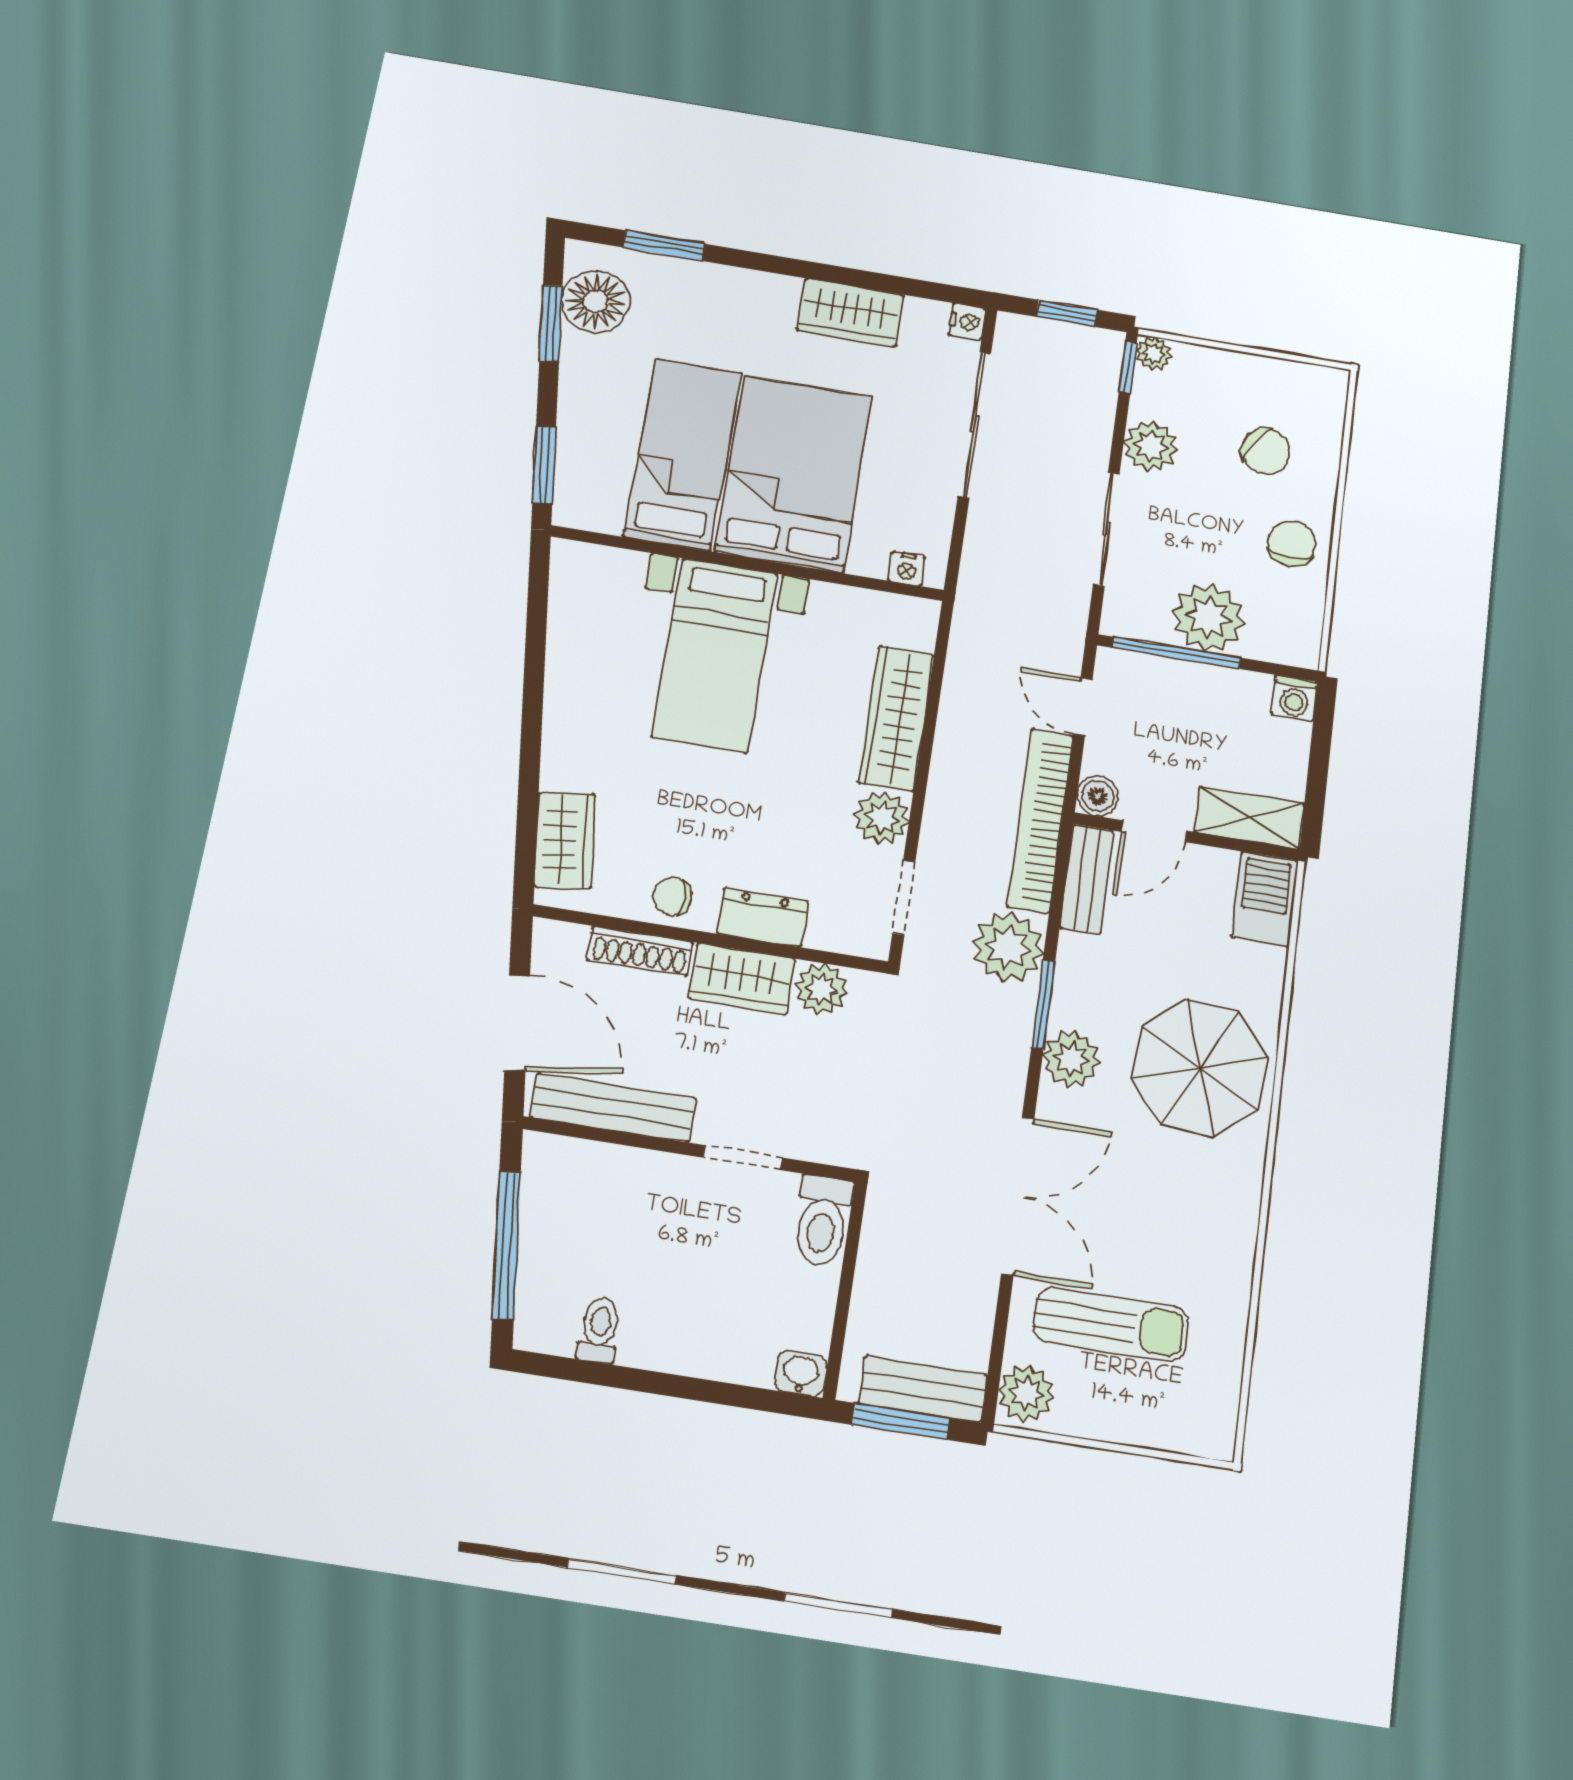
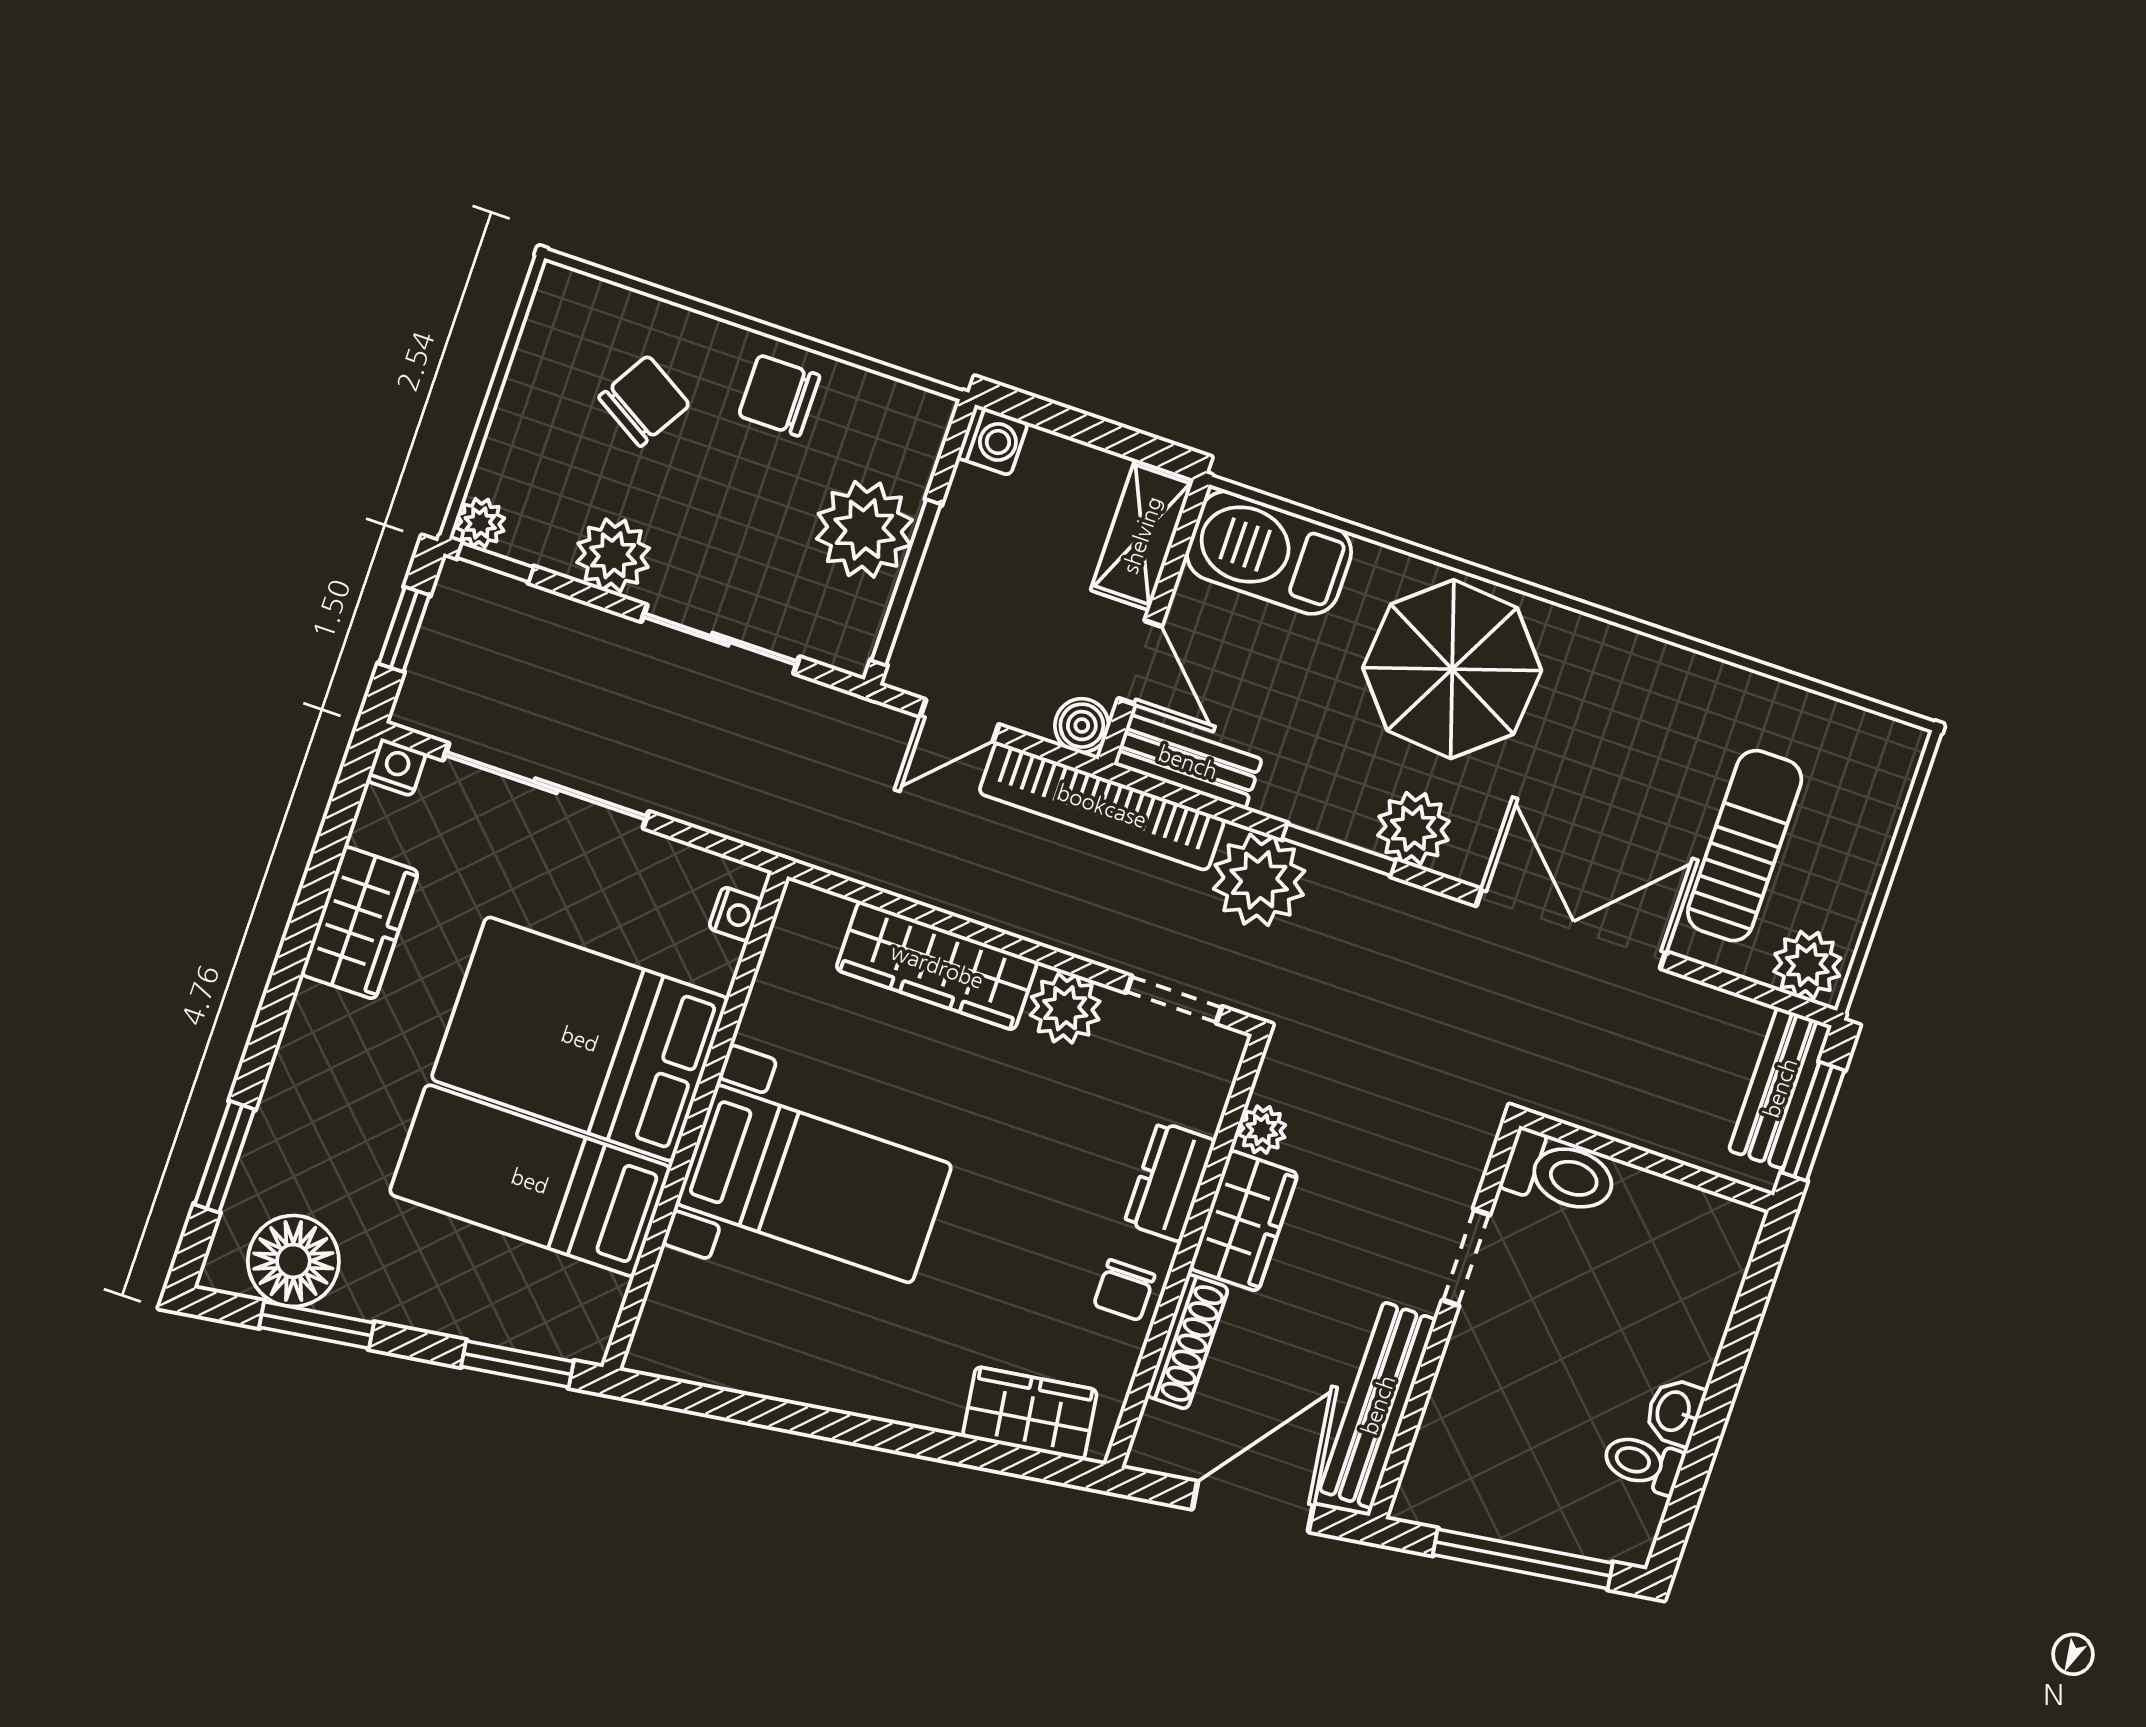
barbecue: (1265, 899) -> (1269, 553), width x1.37, depth x1.21
plant: (821, 989) -> (1262, 1130), width x0.73, depth x0.73
washbasin: (801, 1373) -> (1675, 1412), moved

